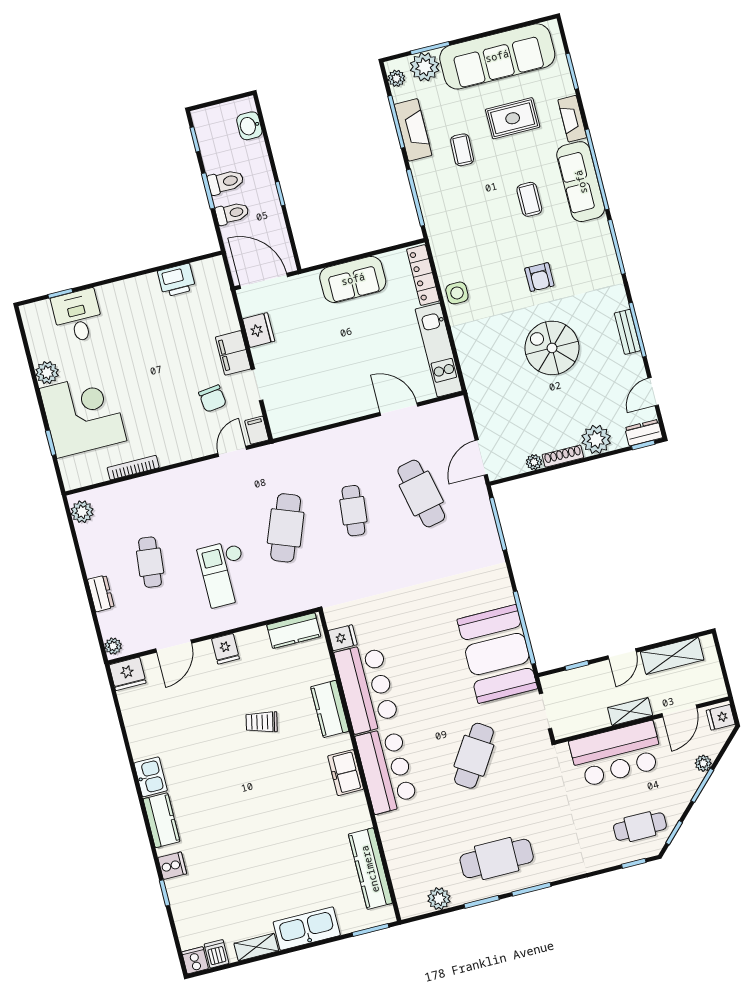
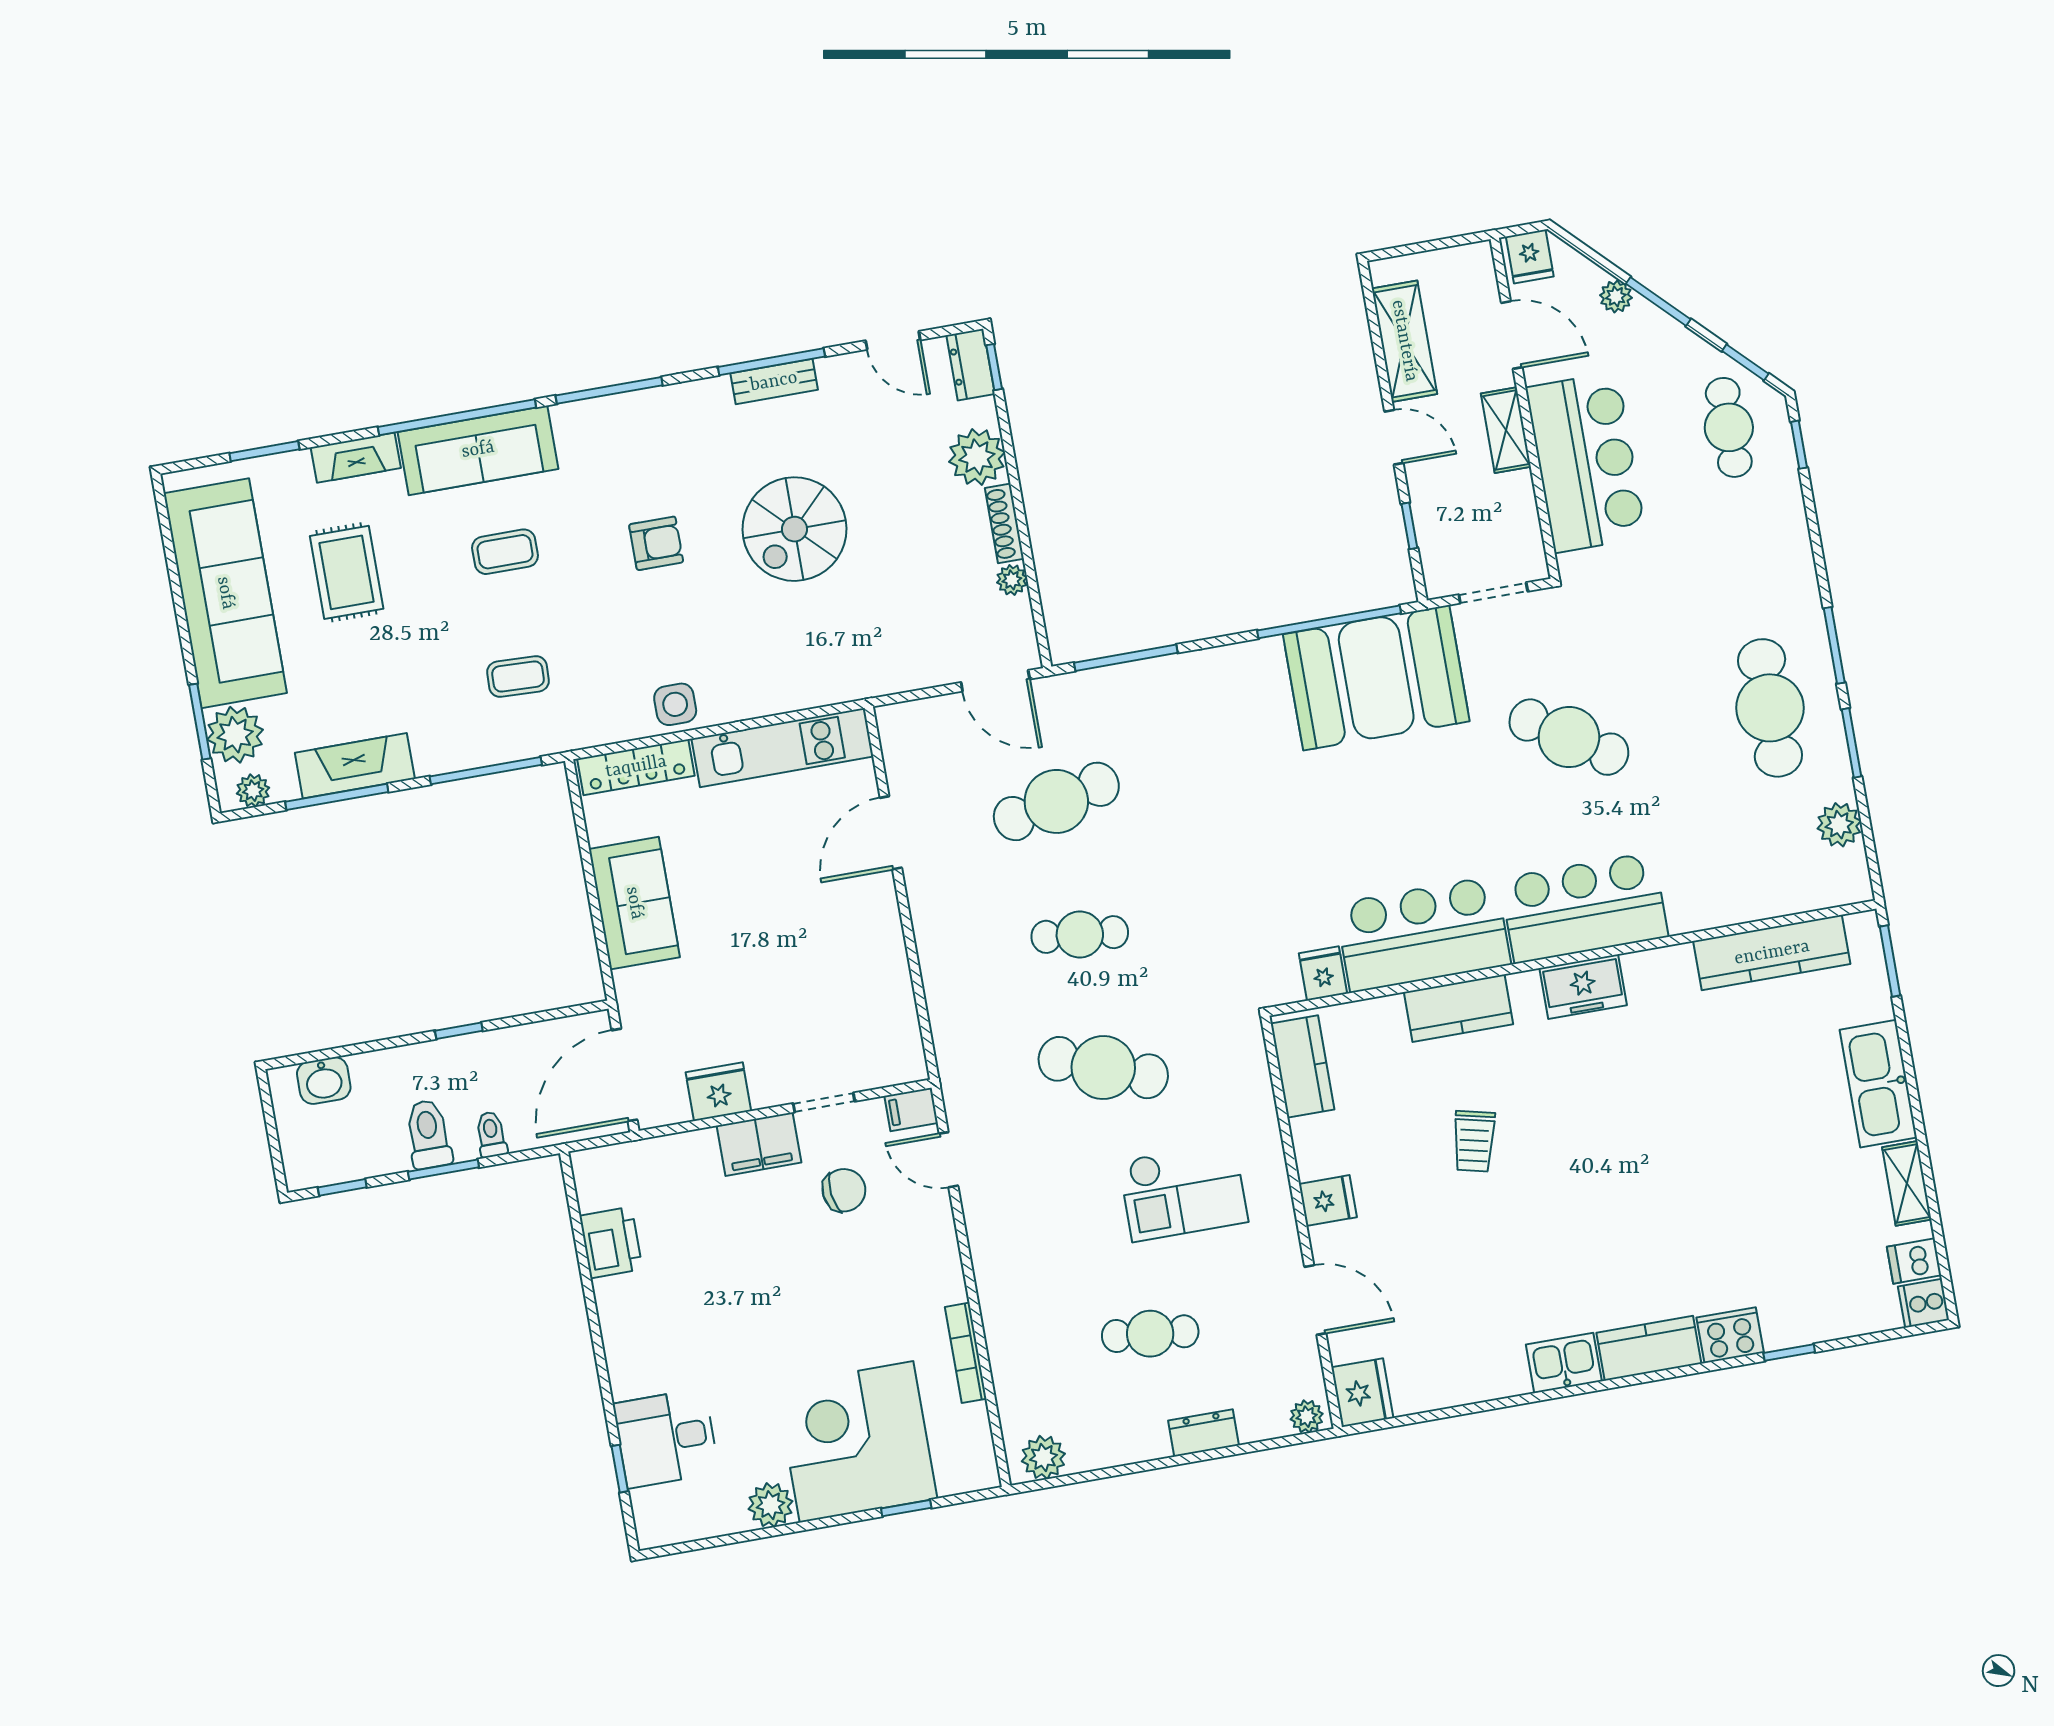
coffee table: (462, 150) -> (518, 676), moved
toilet: (232, 213) -> (491, 1134), width x0.73, depth x0.72
cooker: (172, 866) -> (1730, 1335), width x1.36

